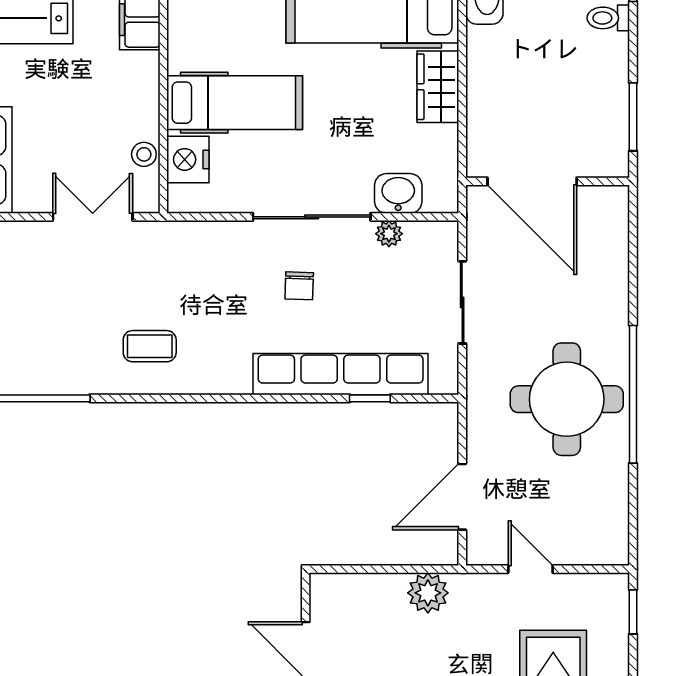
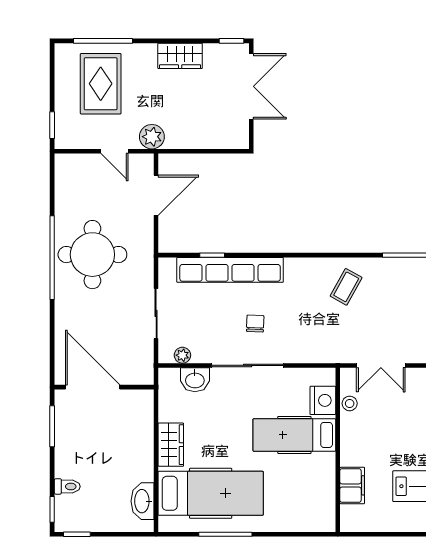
door: (532, 181) -> (93, 387), moved
plant: (389, 234) -> (182, 355), moved
coffee table: (150, 346) -> (346, 287), turned -61
plant: (428, 593) -> (152, 137), moved

